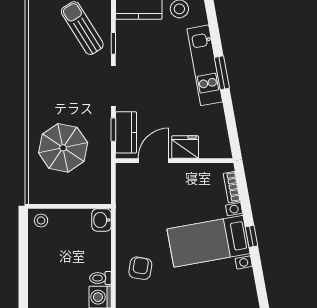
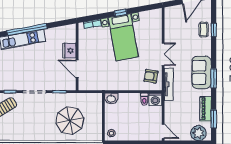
window: (222, 73) -> (27, 30), width x2.11
kitchen counter: (126, 132) -> (61, 85), removed
armchair: (140, 268) -> (151, 76), moved

